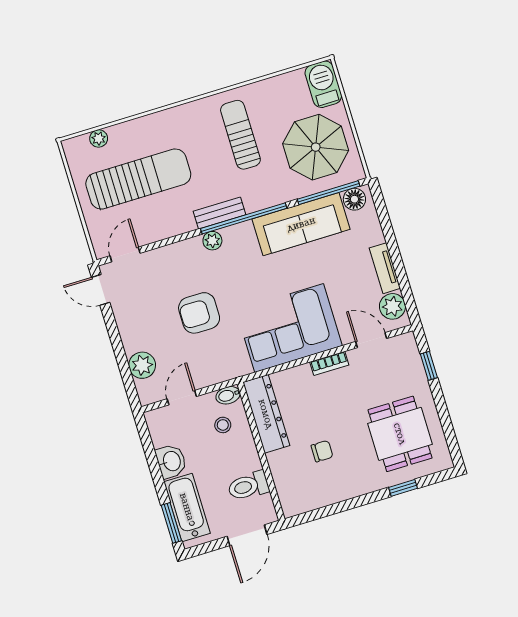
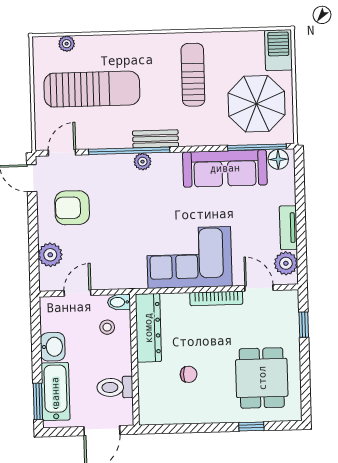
window: (244, 218) -> (129, 151), moved
armchair: (199, 313) -> (72, 208), moved
bookcase: (329, 363) -> (216, 298), width x1.56

